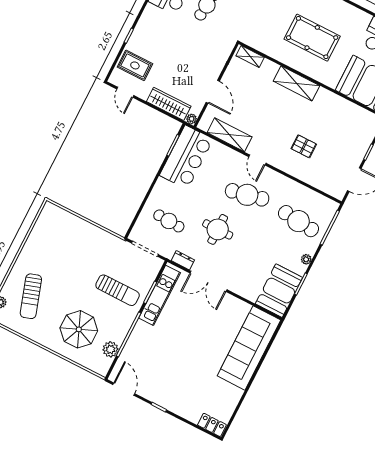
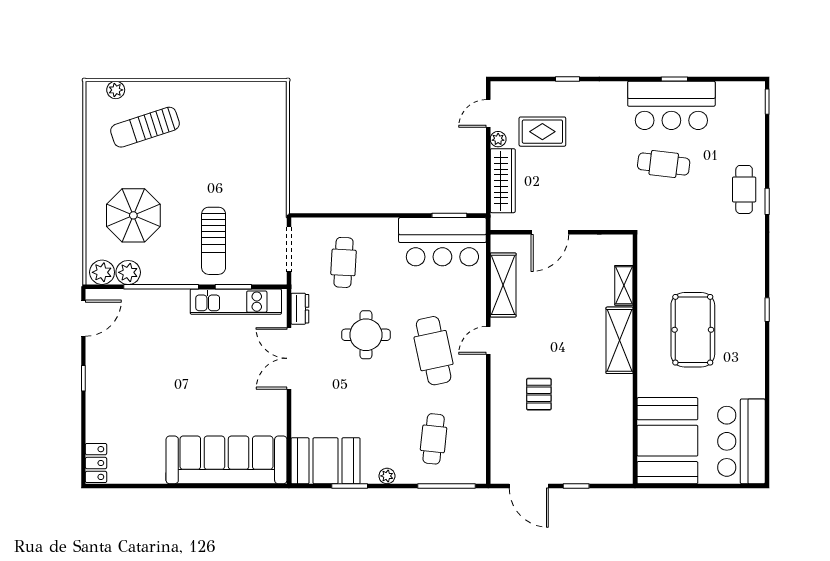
shelving: (250, 56) -> (624, 285), moved
rug: (135, 65) -> (542, 132), moved, turned 90
plant: (192, 119) -> (498, 139), moved
cafe table: (298, 221) -> (434, 439), width x0.73, depth x0.74
plant: (103, 365) -> (102, 272), added

